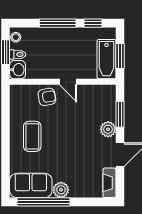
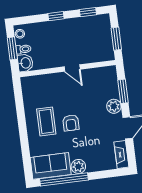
window: (58, 23) -> (56, 16), width x0.46
bathtub: (107, 59) -> (104, 43), removed
armchair: (47, 97) -> (71, 123), moved, turned 100

